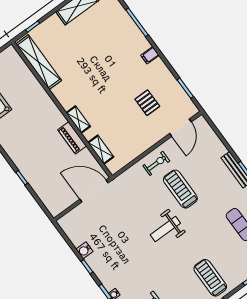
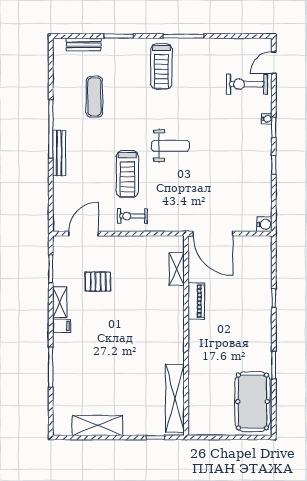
pallet: (147, 103) -> (98, 282), turned 90
shelving: (78, 120) -> (60, 302), moved
water cooler: (84, 250) -> (264, 224), moved

